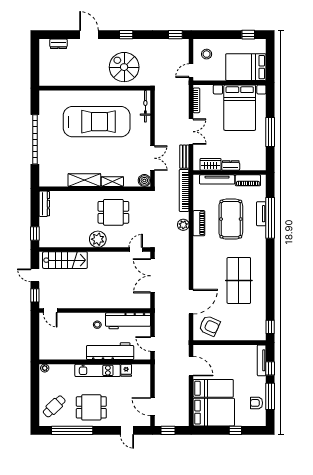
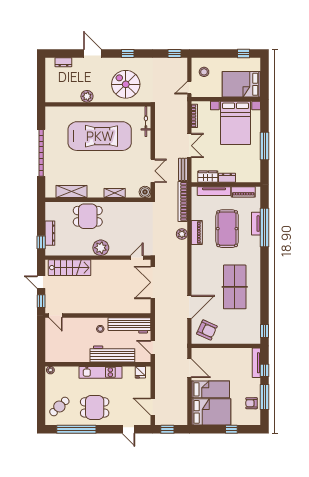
plant: (83, 80) -> (87, 96), added
shelving: (84, 180) -> (71, 192), moved
dresser: (44, 204) -> (50, 233), moved
dining table: (113, 212) -> (88, 216), moved
fridge: (126, 370) -> (140, 372), moved

